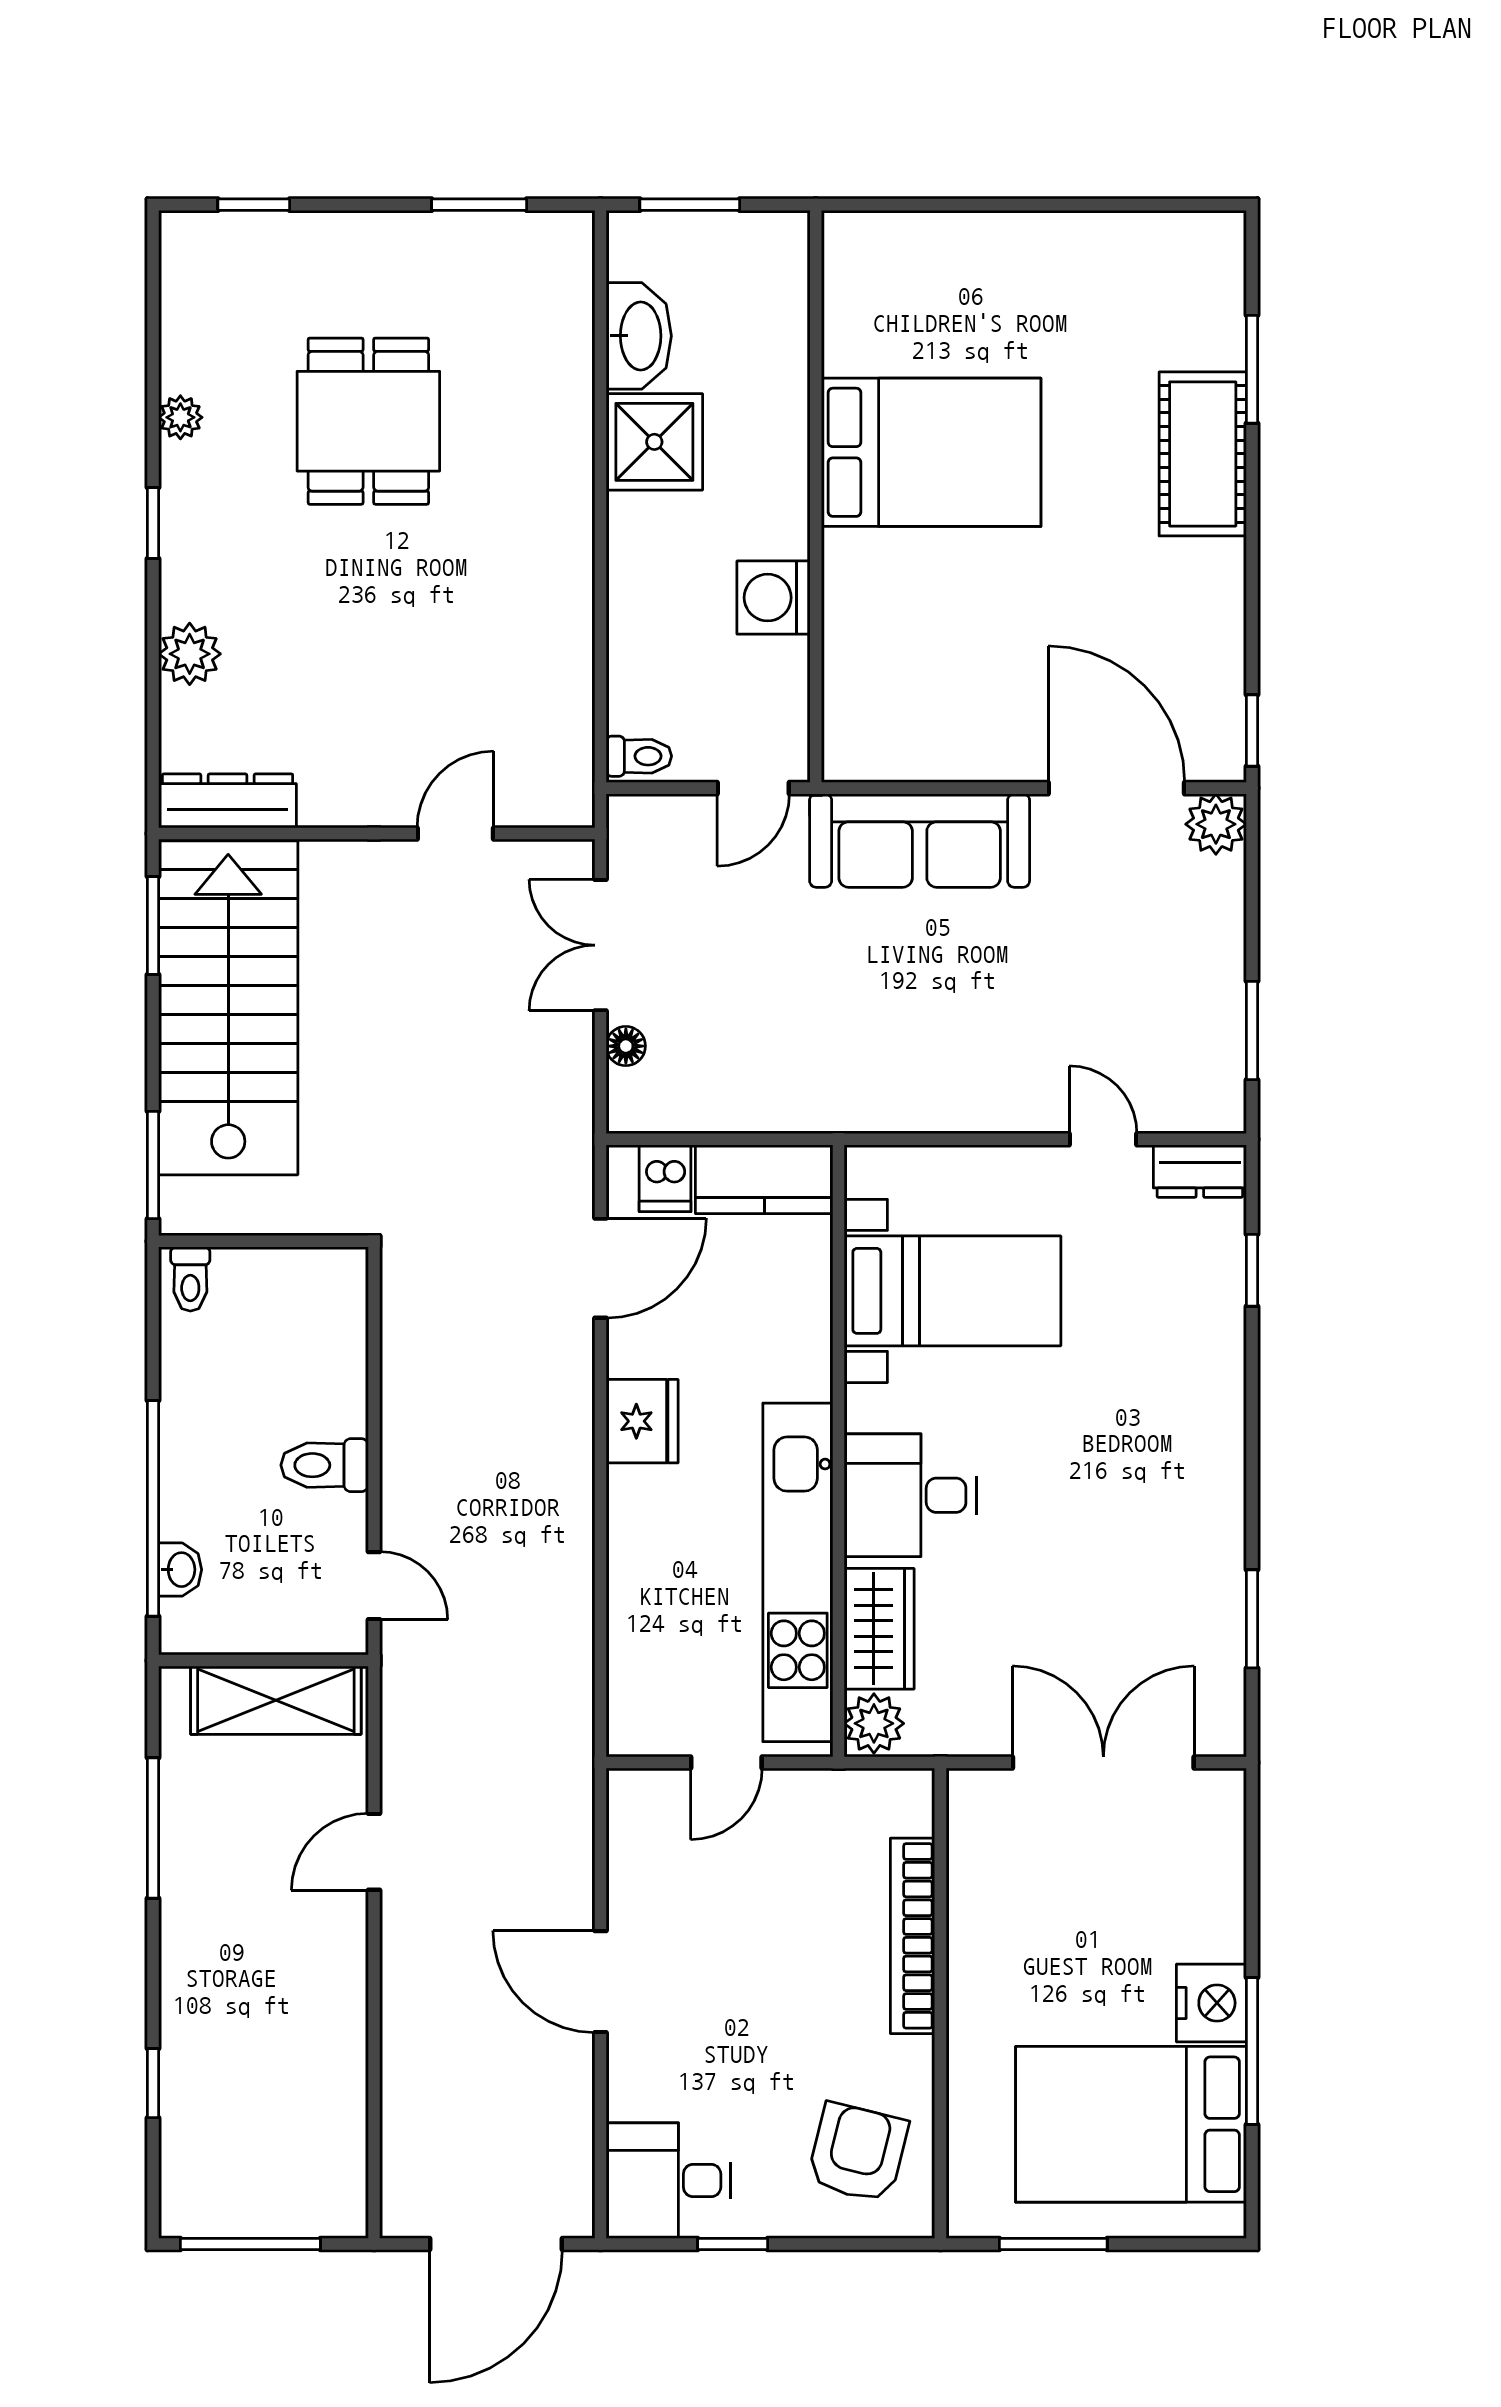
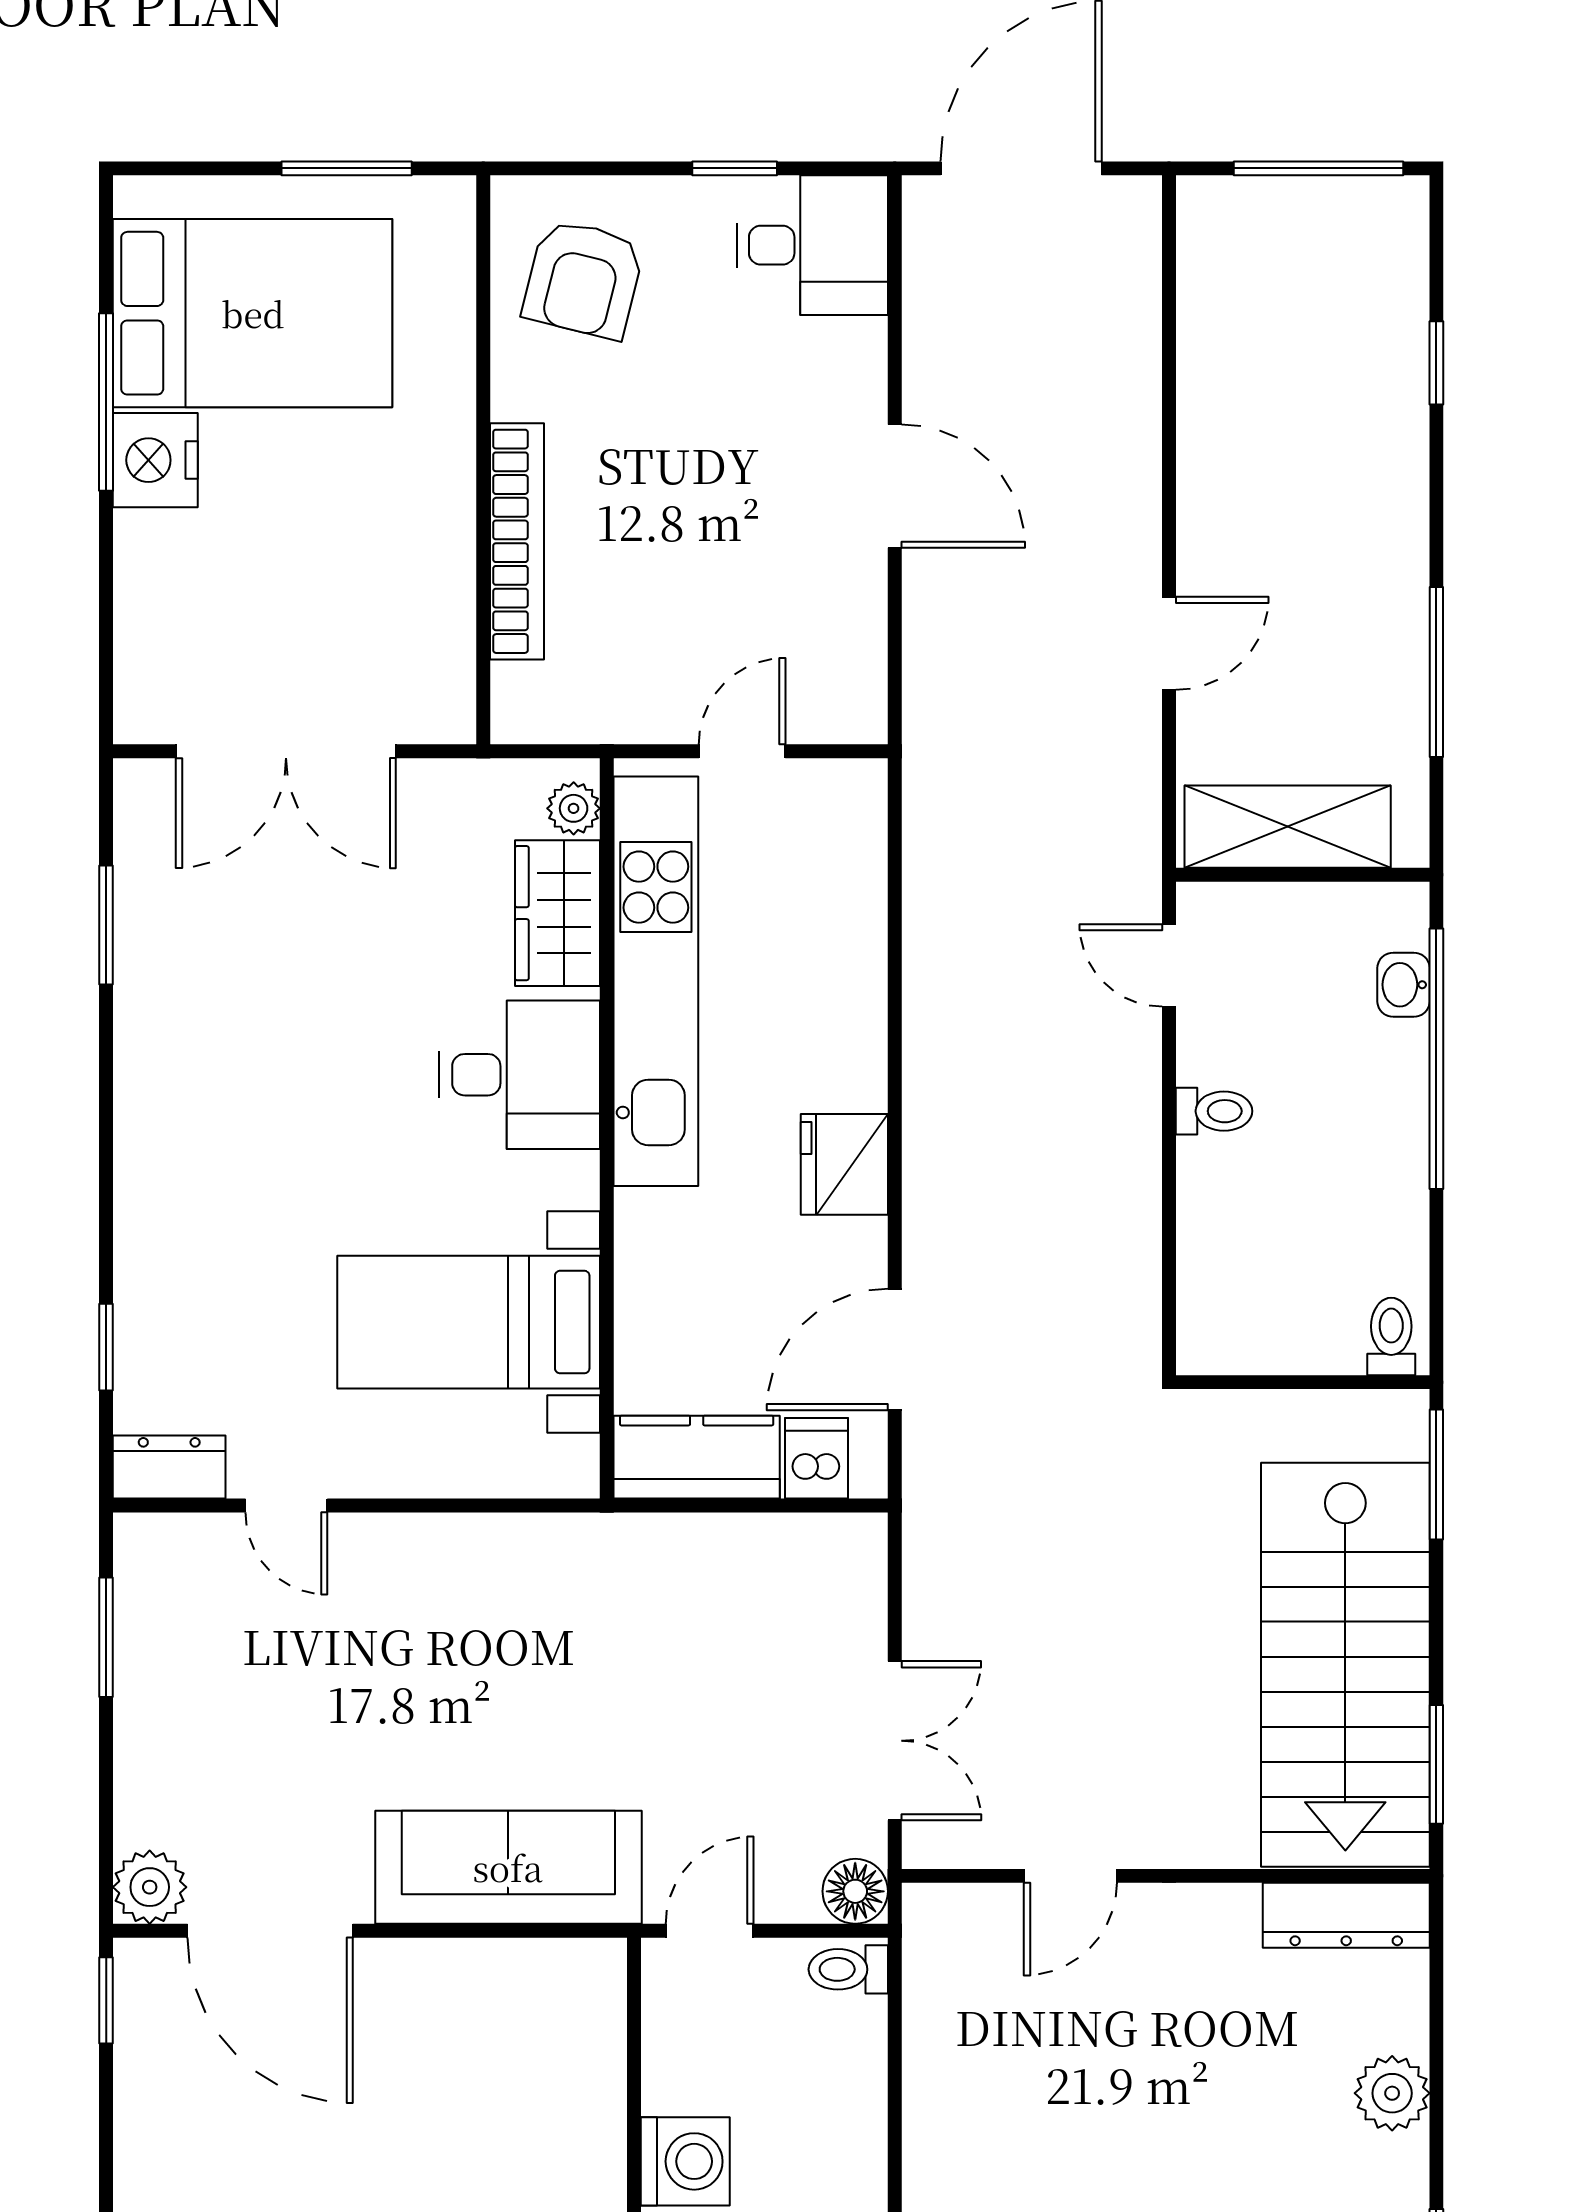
floor lamp: (626, 1046) -> (855, 1891), moved, width x1.37, depth x1.37
toilet: (325, 1465) -> (1214, 1111), width x0.73, depth x0.72
plant: (874, 1723) -> (574, 808), width x0.73, depth x0.73

